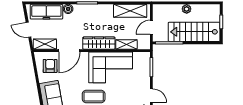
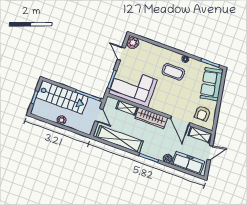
shelving: (130, 11) -> (120, 139), width x1.47
door: (151, 27) -> (99, 115), hinge flipped
door: (28, 30) -> (210, 153), hinge flipped
door: (69, 51) -> (180, 121), swing flipped
corner sofa: (111, 67) -> (133, 87), moved

